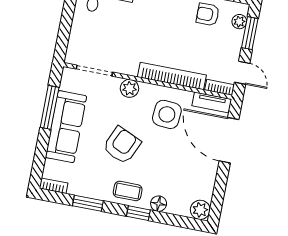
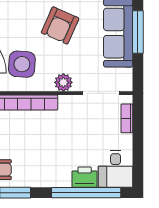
bookcase: (74, 41) -> (127, 118), added
window: (50, 107) -> (138, 32), moved

